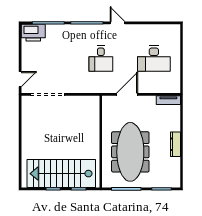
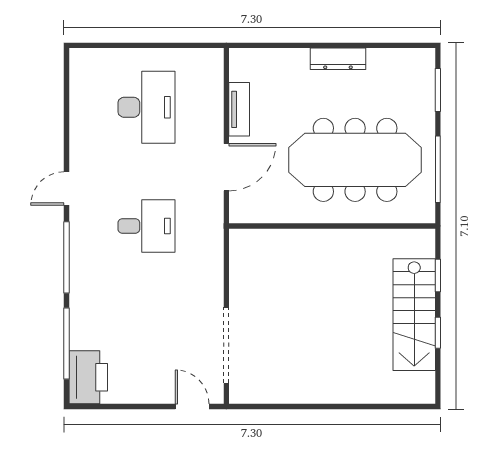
door: (127, 94) -> (226, 167), swing flipped
tv unit: (168, 100) -> (239, 109), moved
stairs: (61, 174) -> (414, 315), width x0.73, depth x0.66

